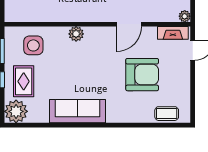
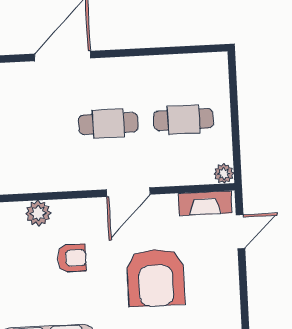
armchair: (94, 61) -> (72, 258), added
armchair: (142, 75) -> (156, 278), turned 90

